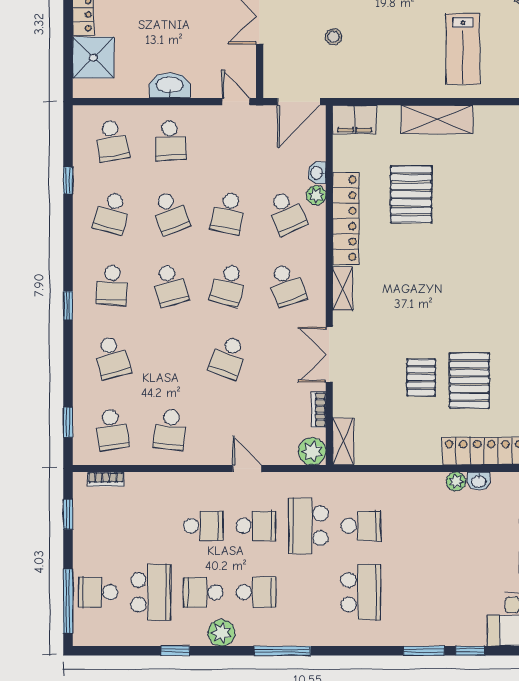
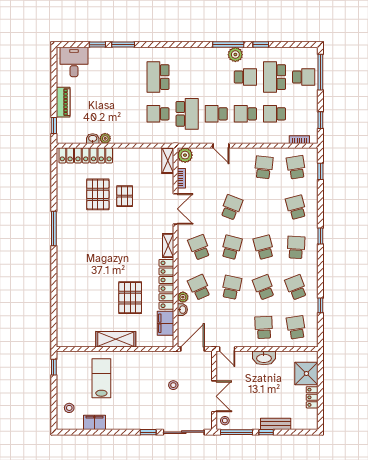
filing cabinet: (355, 120) -> (166, 323), moved, turned -90
school desk: (112, 213) -> (296, 287), turned -36
school desk: (256, 592) -> (275, 114), moved
window: (282, 651) -> (228, 45), moved

